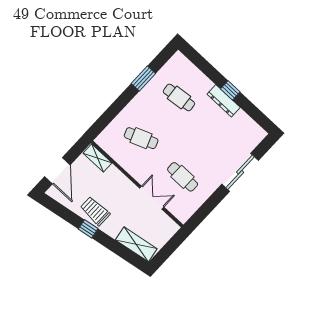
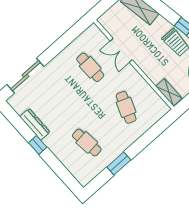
dresser: (224, 101) -> (35, 124), moved
cafe table: (141, 138) -> (126, 107), turned 42
sliding door: (240, 172) -> (25, 76), moved

